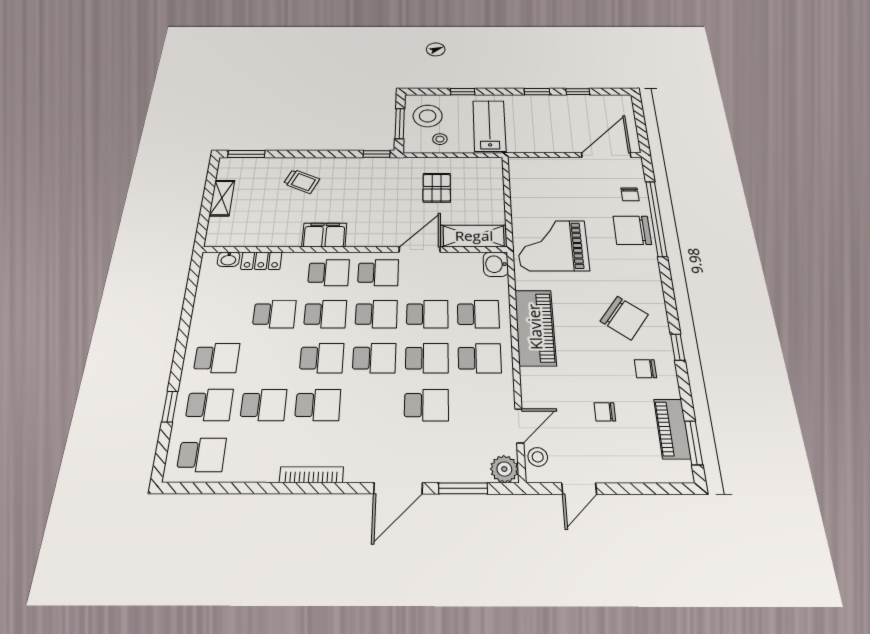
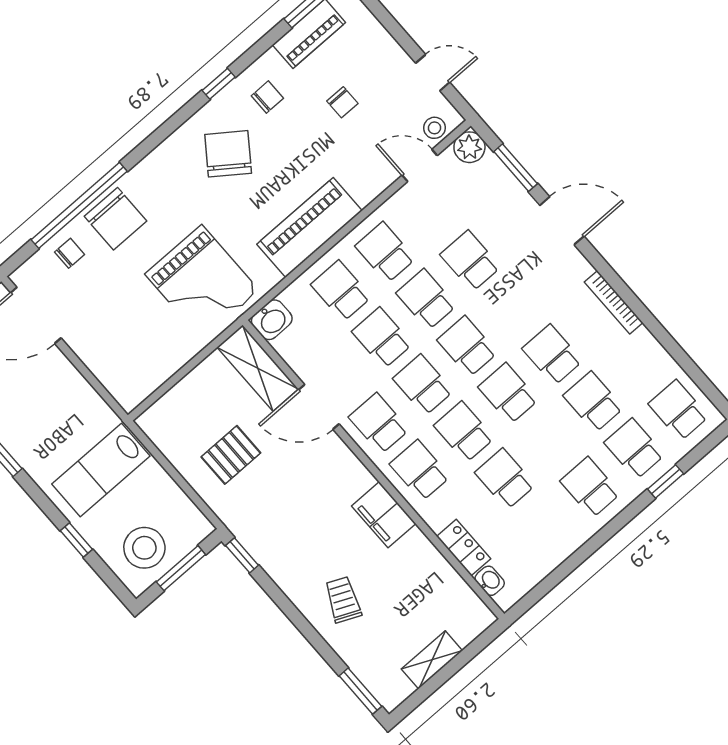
stool: (440, 139) -> (165, 507), removed
chair: (645, 369) -> (267, 97), turned -90

